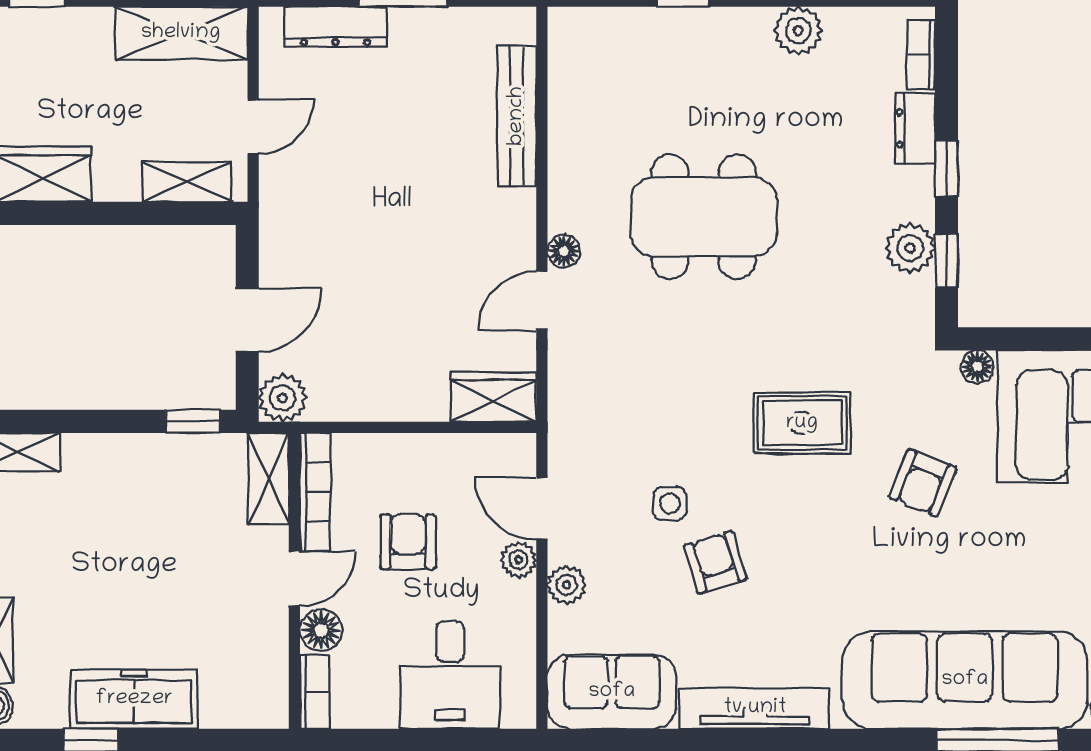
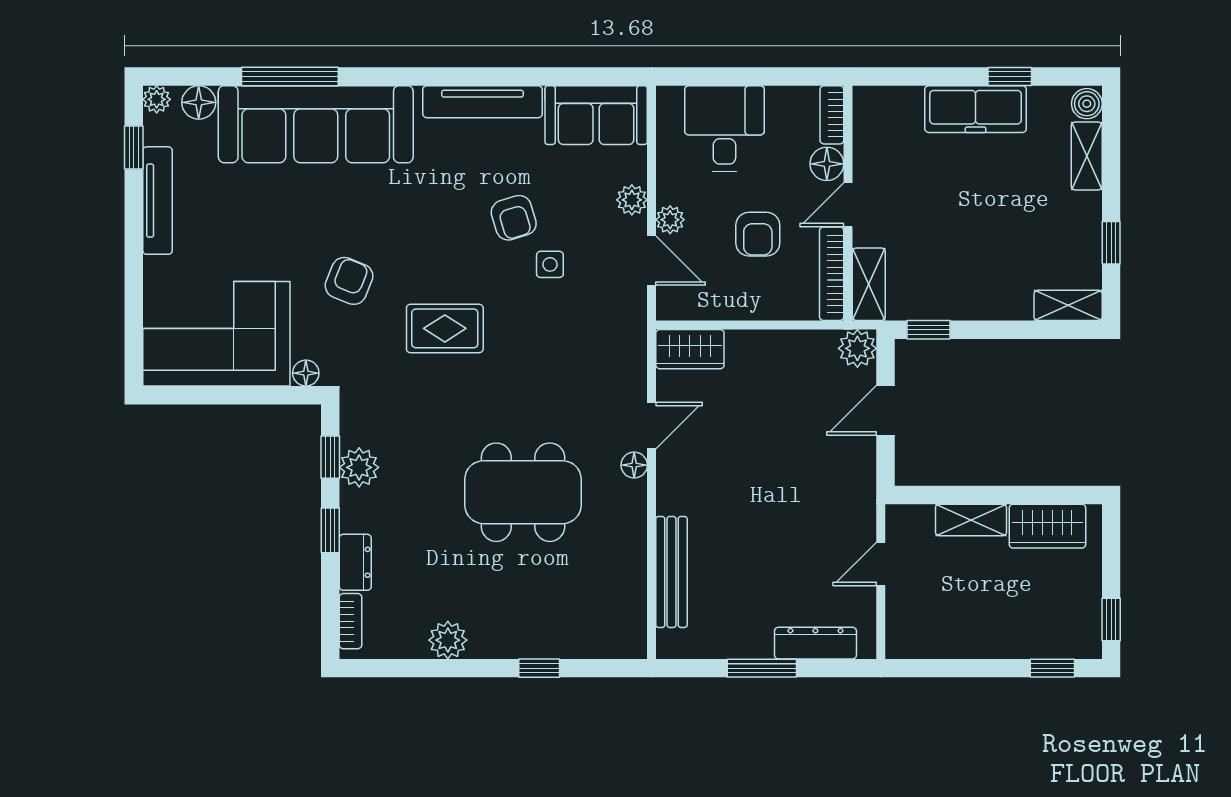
shelving: (181, 33) -> (938, 638), removed
shelving: (187, 182) -> (971, 520), moved

